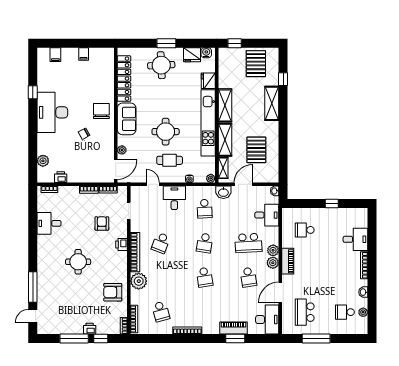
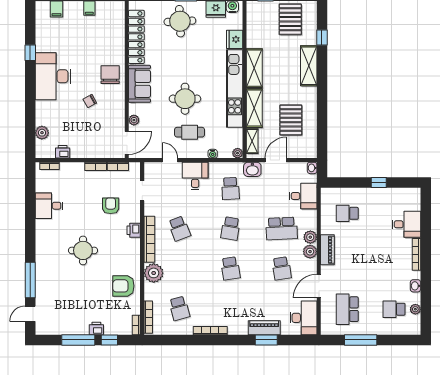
school desk: (161, 243) -> (179, 228), turned -42

